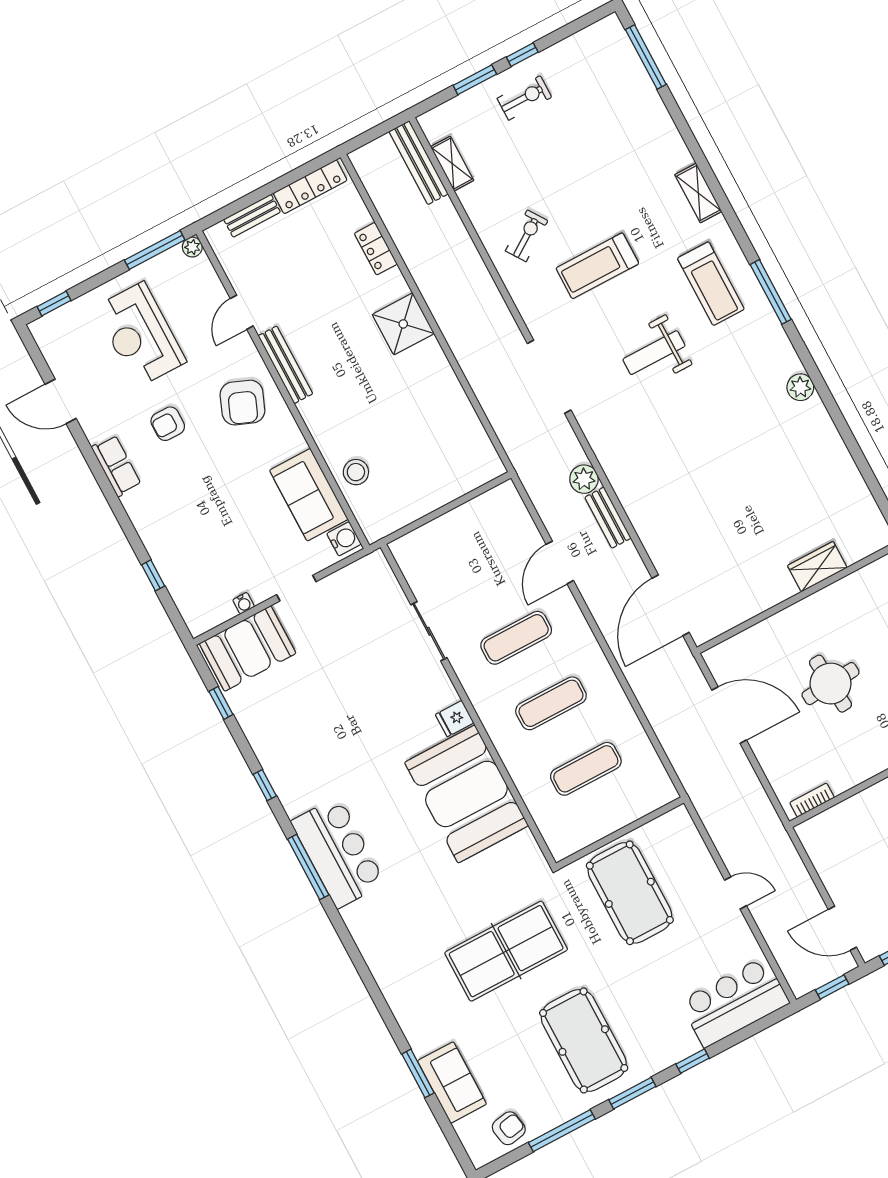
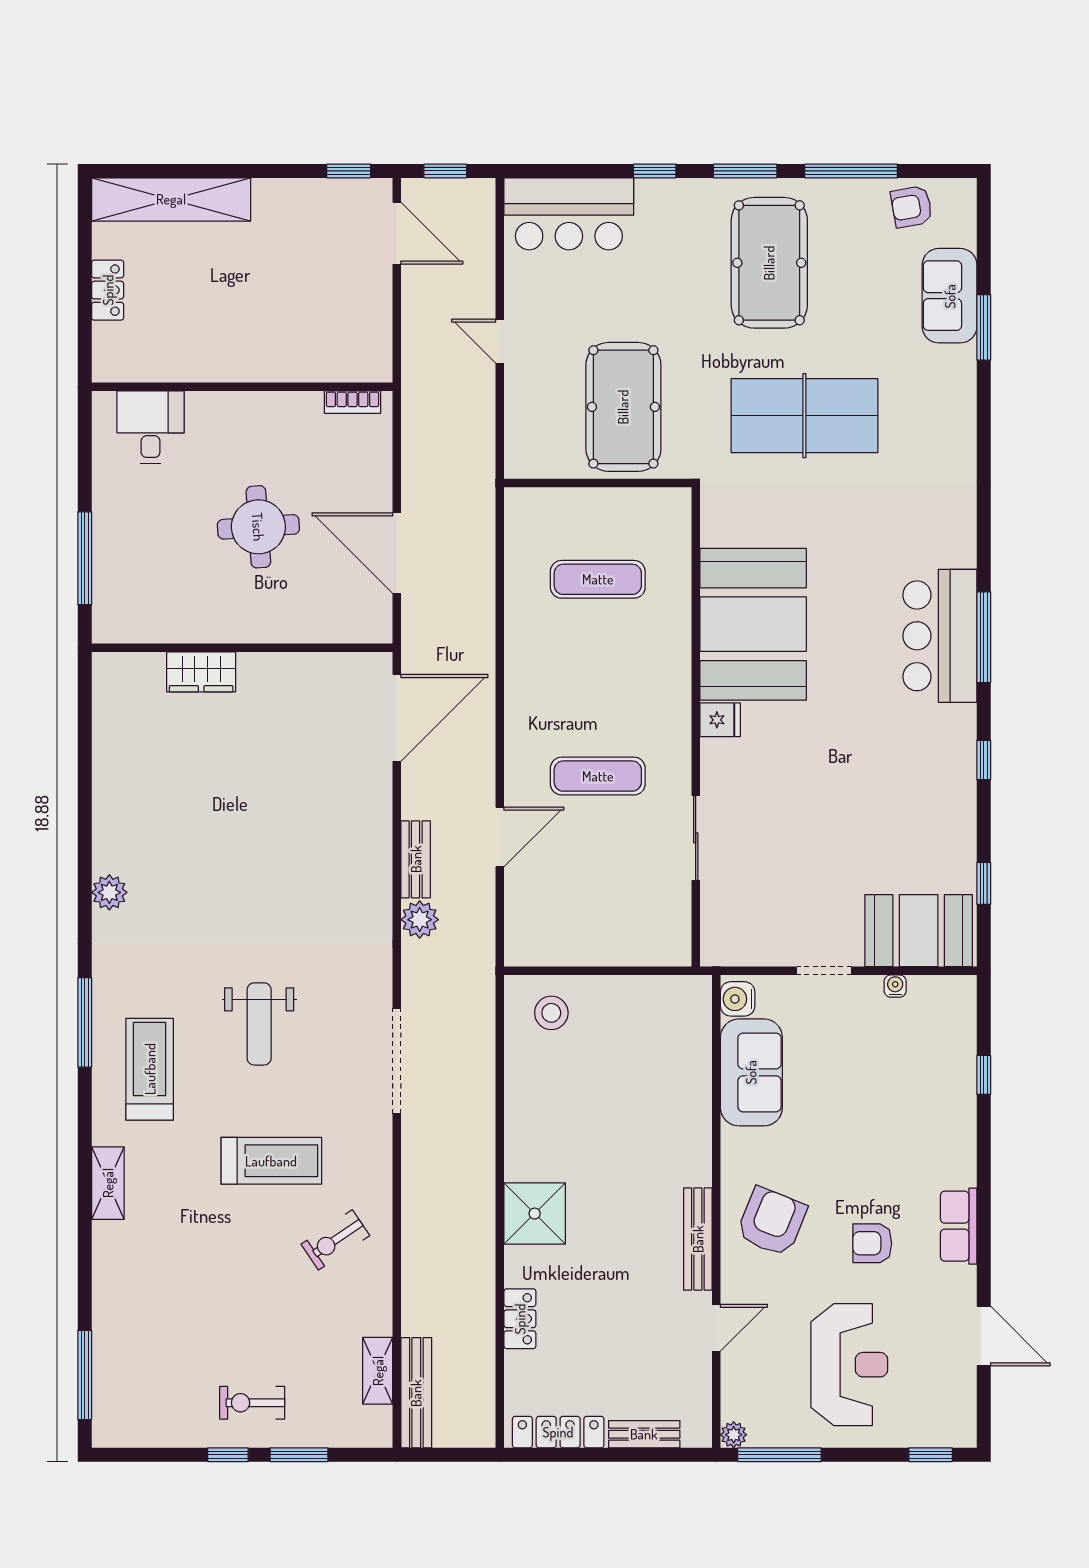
weight bench: (654, 353) -> (259, 1024), turned 90
armchair: (168, 424) -> (872, 1243), turned 180
stool: (356, 472) -> (551, 1013), moved
exercise mat: (551, 703) -> (598, 678), removed

